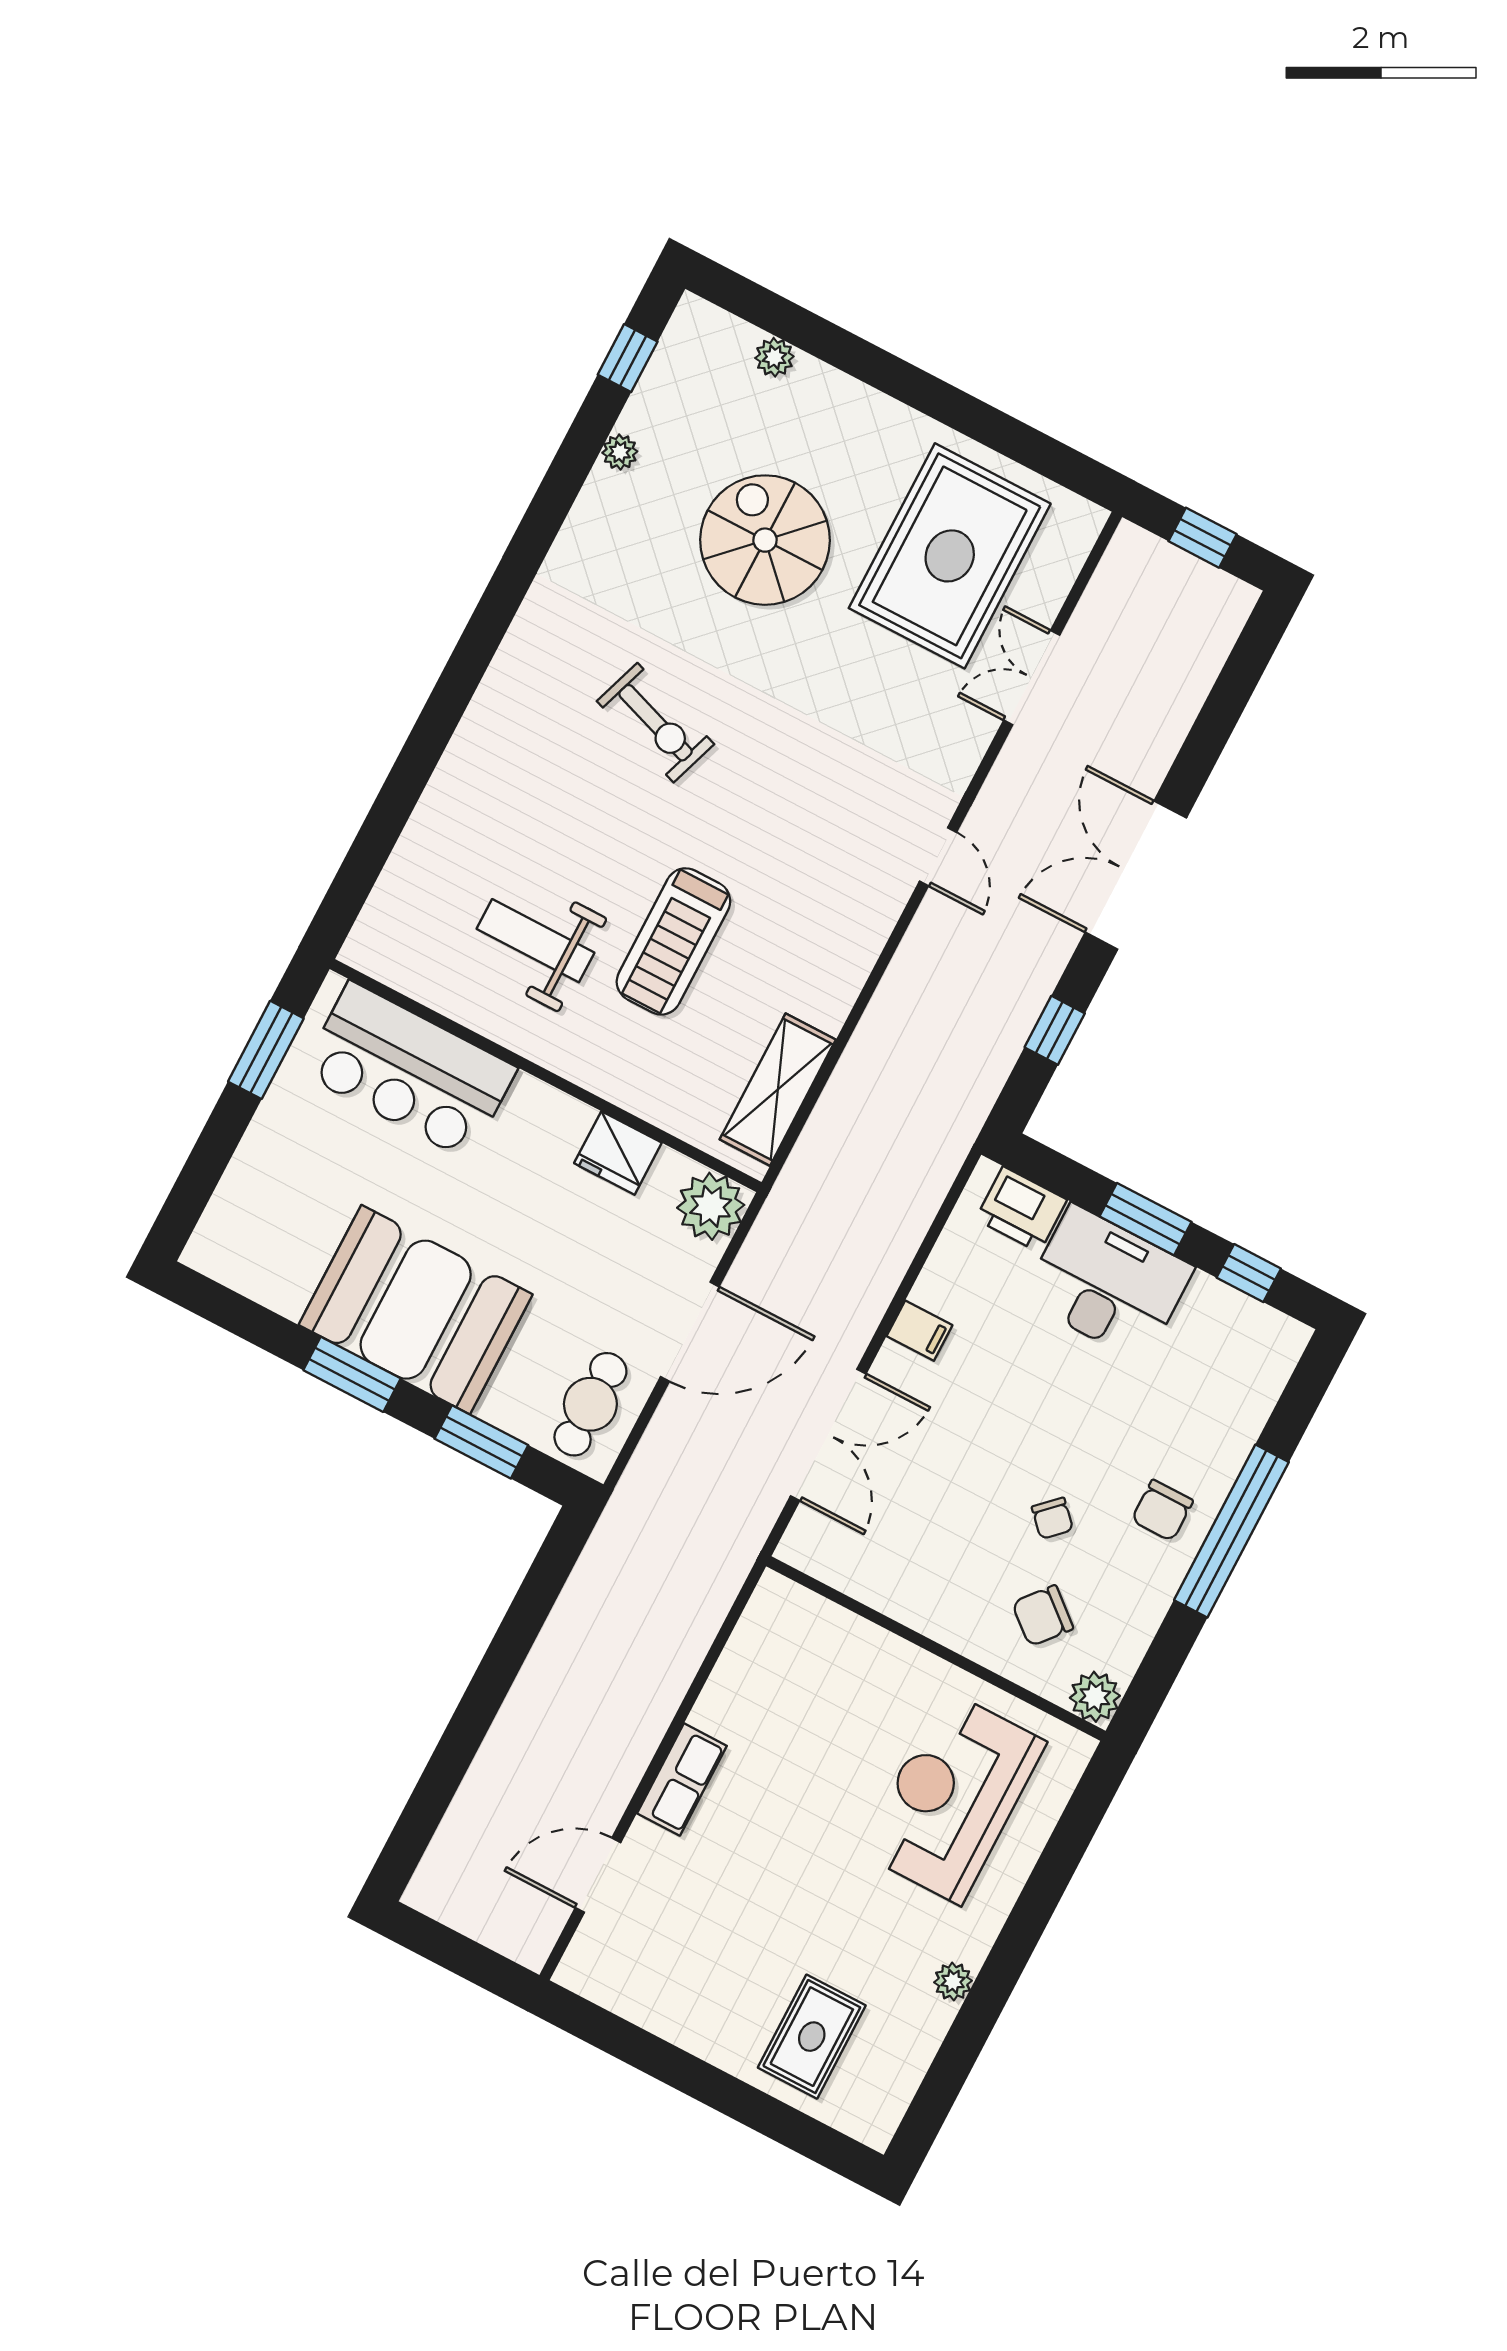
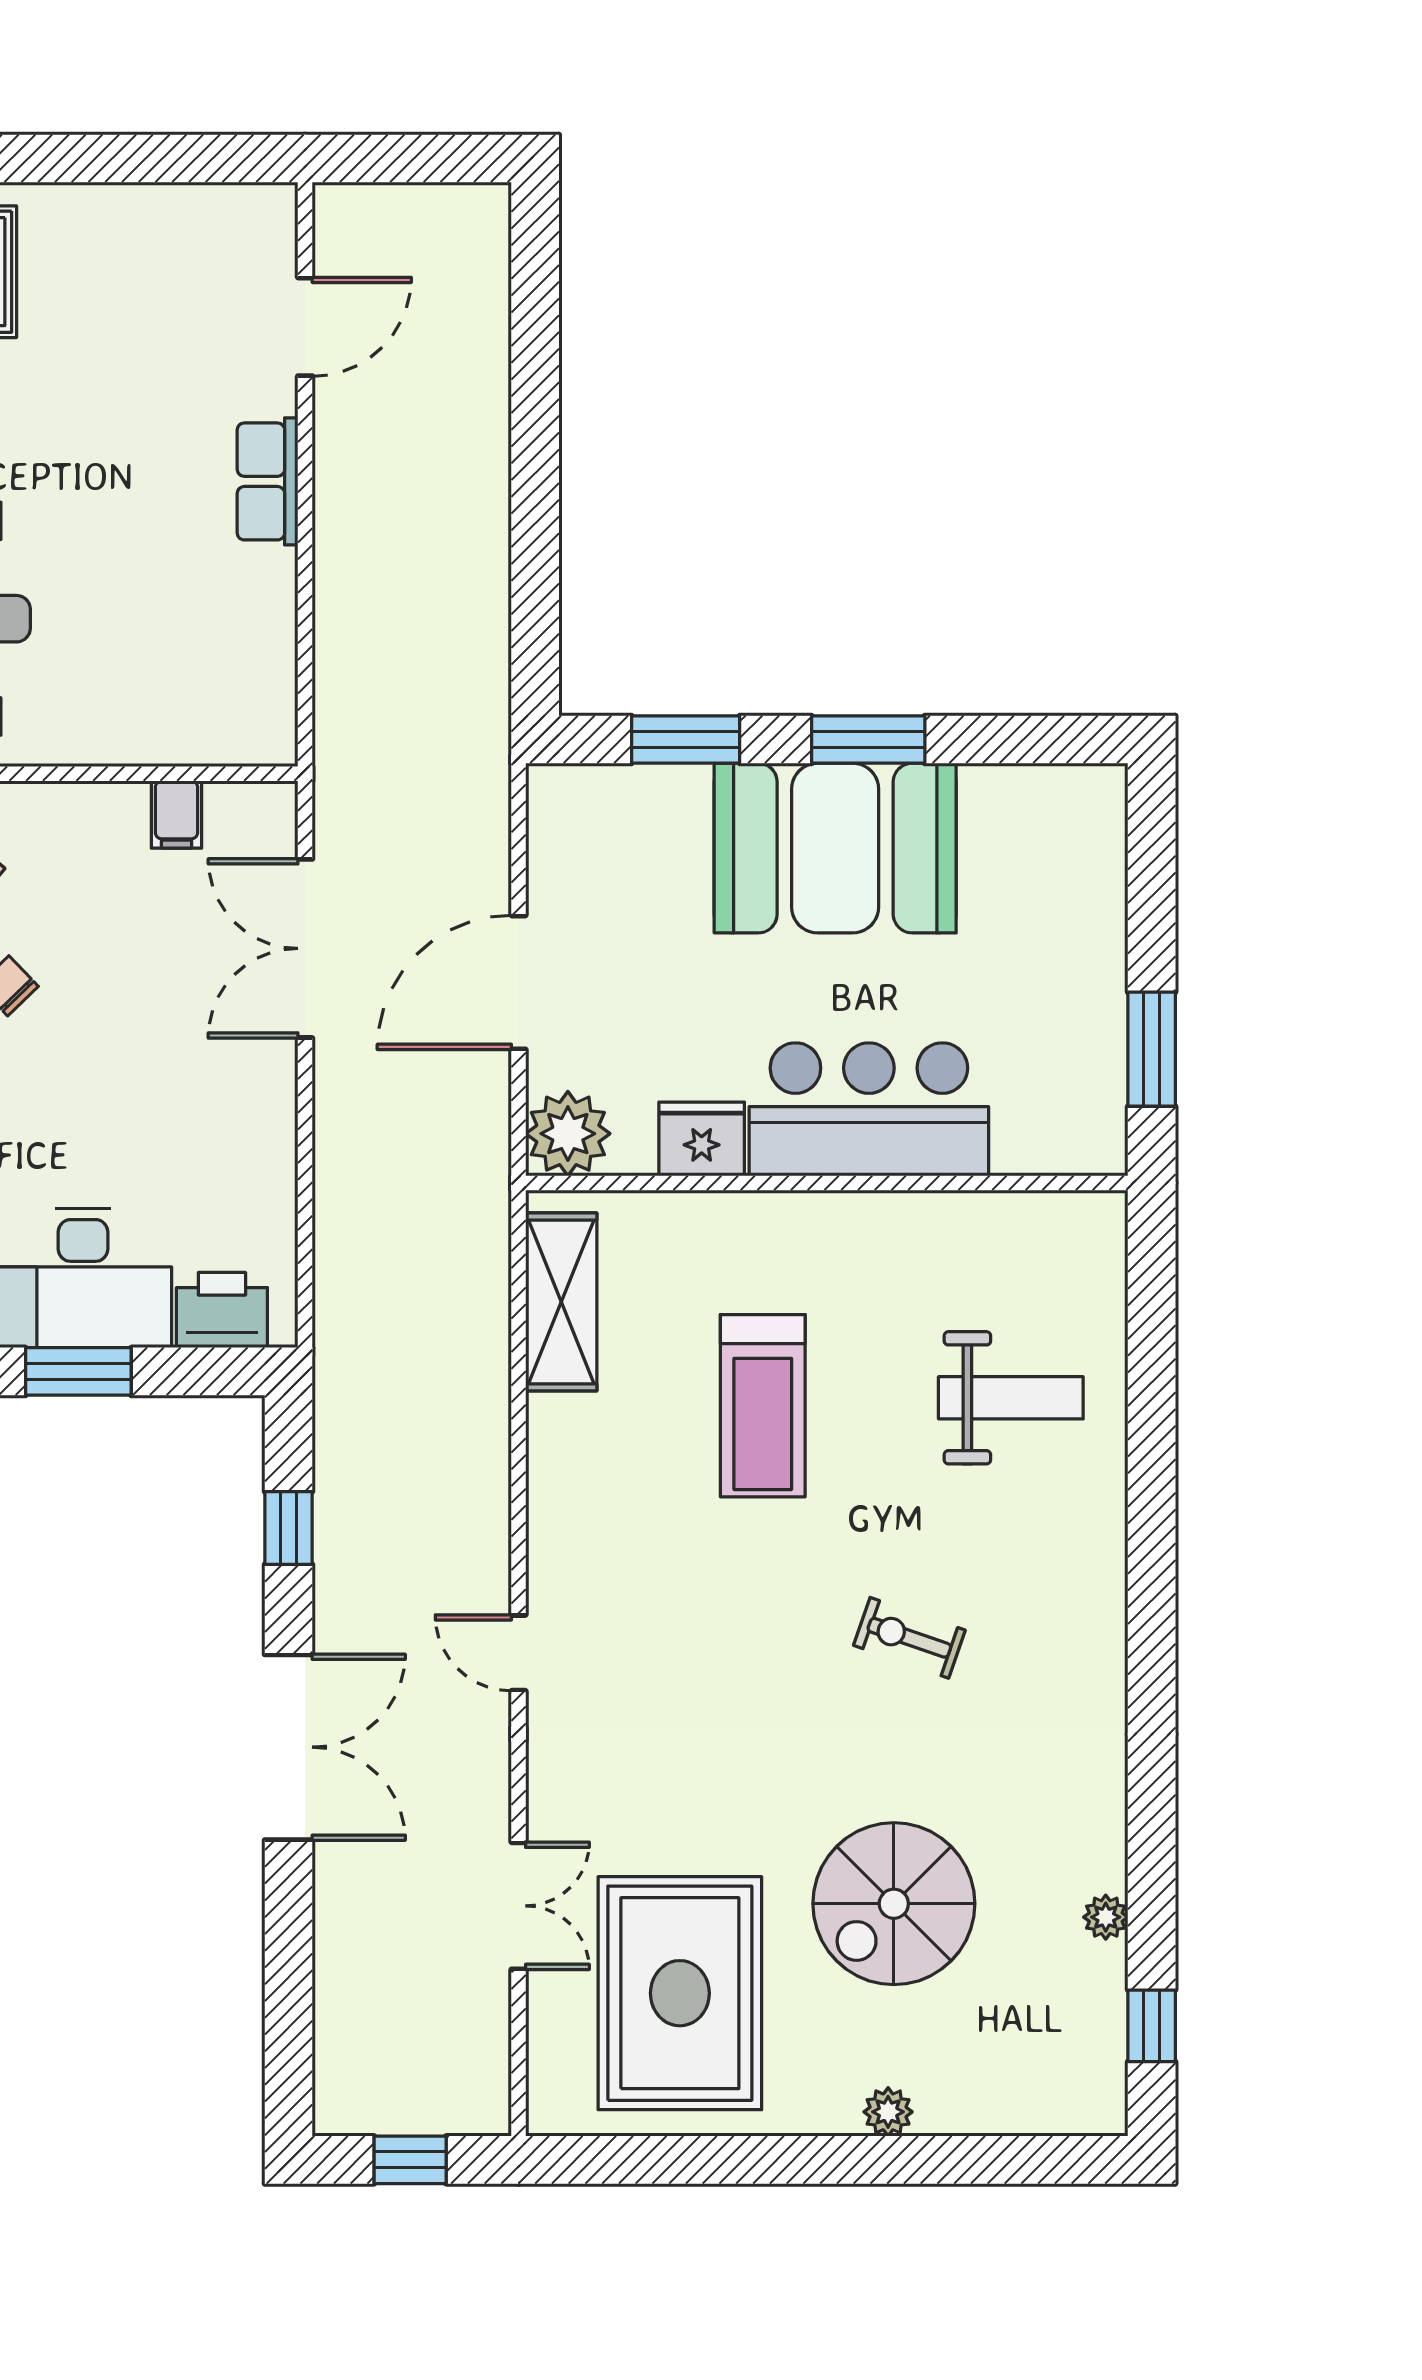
plant: (774, 357) -> (888, 2112), moved
spiral stairs: (765, 540) -> (894, 1904), turned 90
exercise bike: (656, 723) -> (909, 1638), width x0.73, depth x0.72
weight bench: (535, 941) -> (1011, 1398), moved
treadmill: (673, 941) -> (763, 1406), turned 180
bar counter: (409, 1071) -> (869, 1109), moved
filing cabinet: (919, 1331) -> (176, 815), moved, turned -90
cafe table: (590, 1404) -> (587, 844), removed

